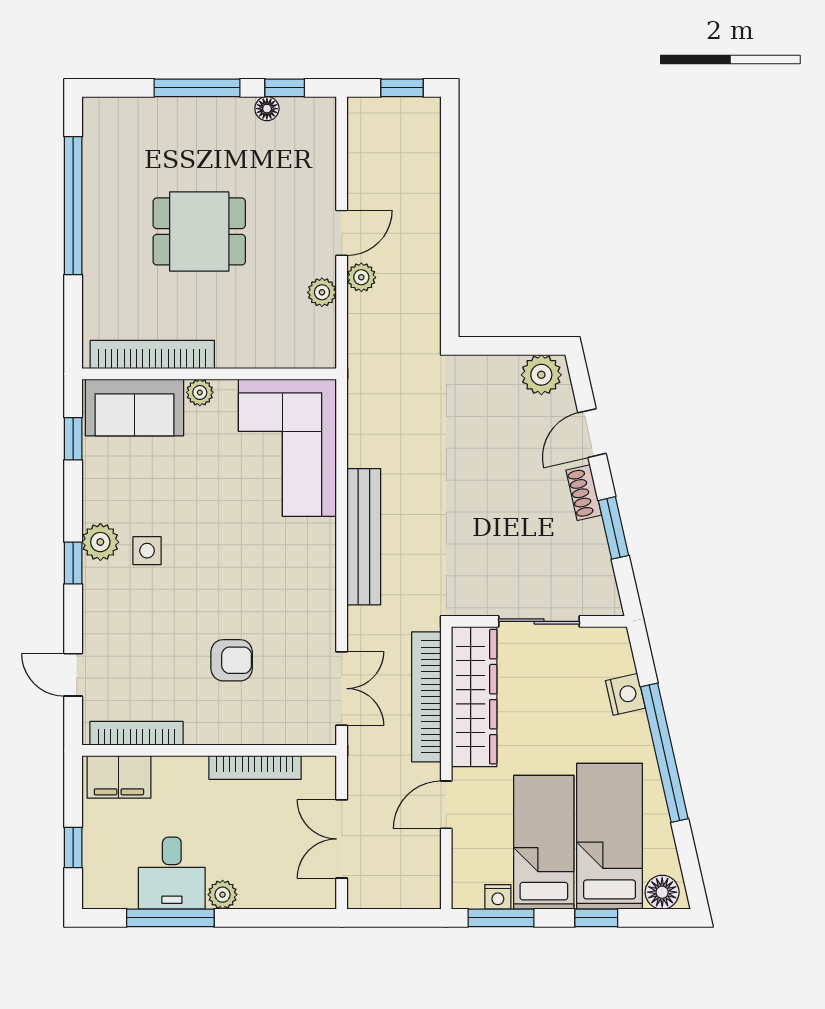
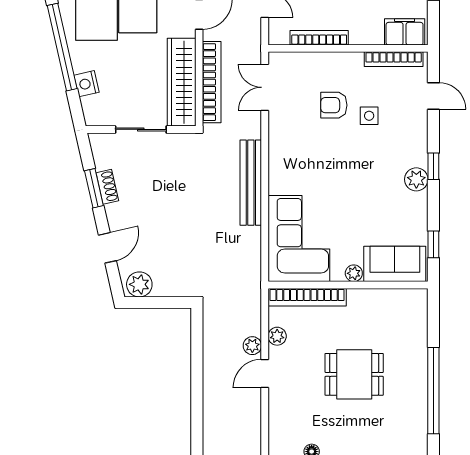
bookcase: (152, 354) -> (307, 297), moved
shoe rack: (584, 493) -> (107, 187), moved
side table: (147, 551) -> (369, 116), moved

